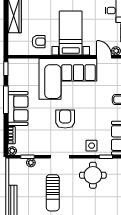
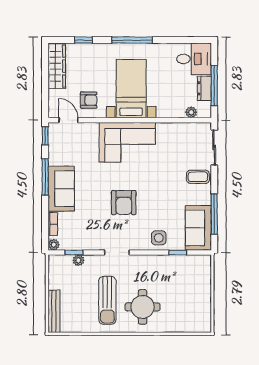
door: (104, 57) -> (68, 120), moved
corner sofa: (68, 79) -> (127, 142), width x0.73, depth x0.74
armchair: (65, 119) -> (124, 203), turned 180
round table: (93, 175) -> (143, 307), moved

